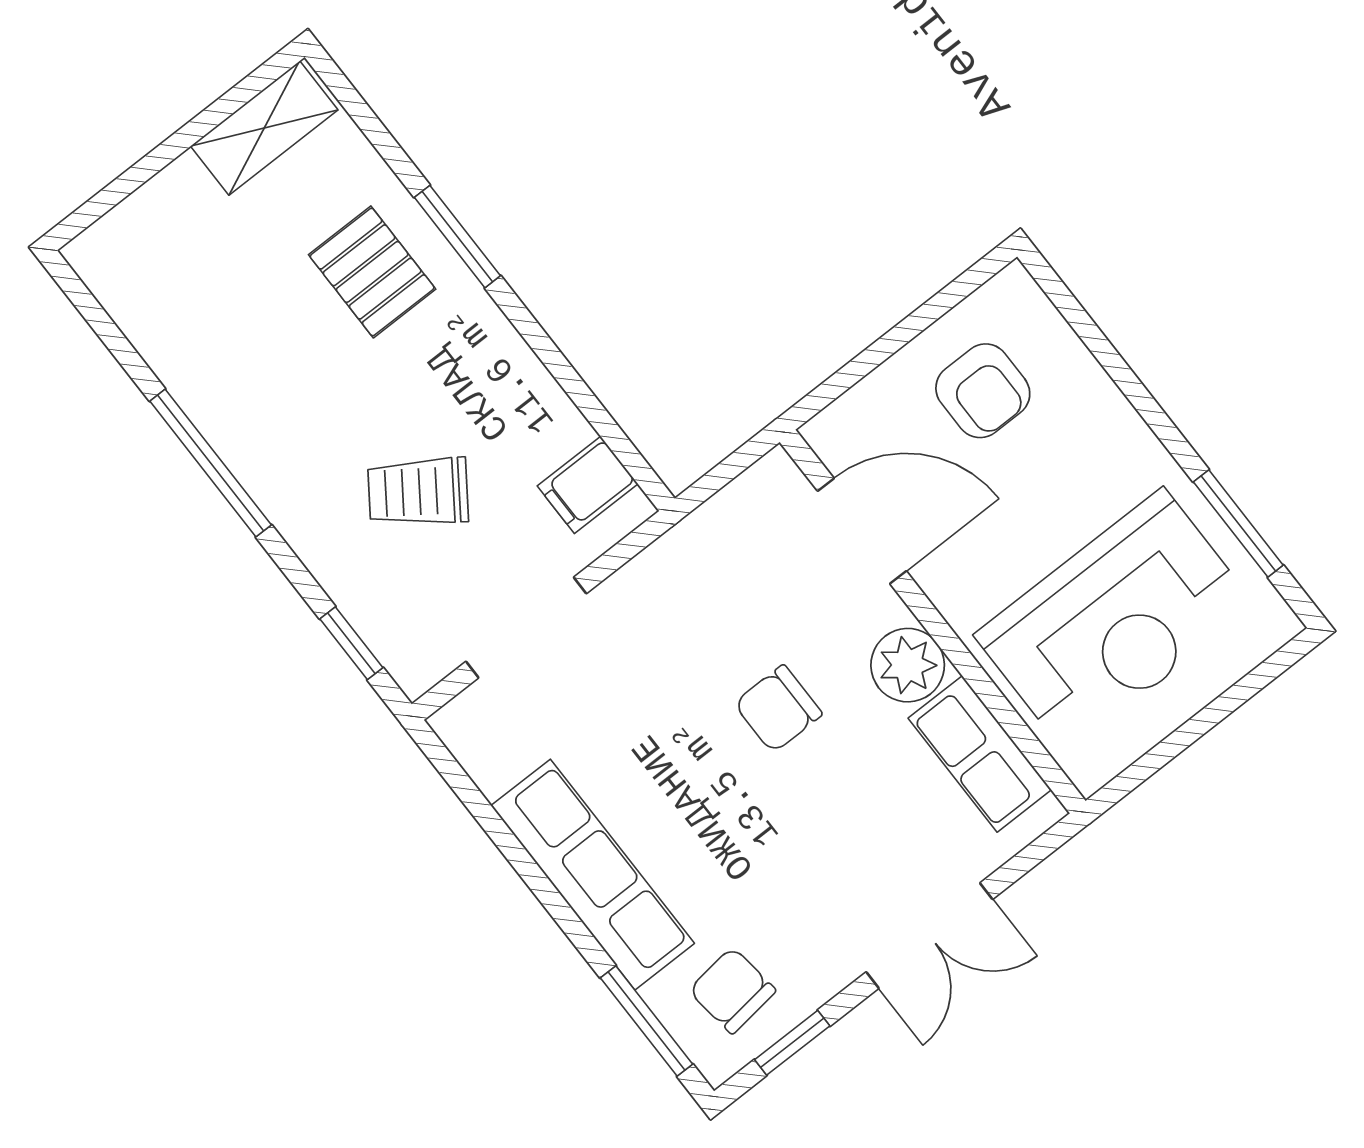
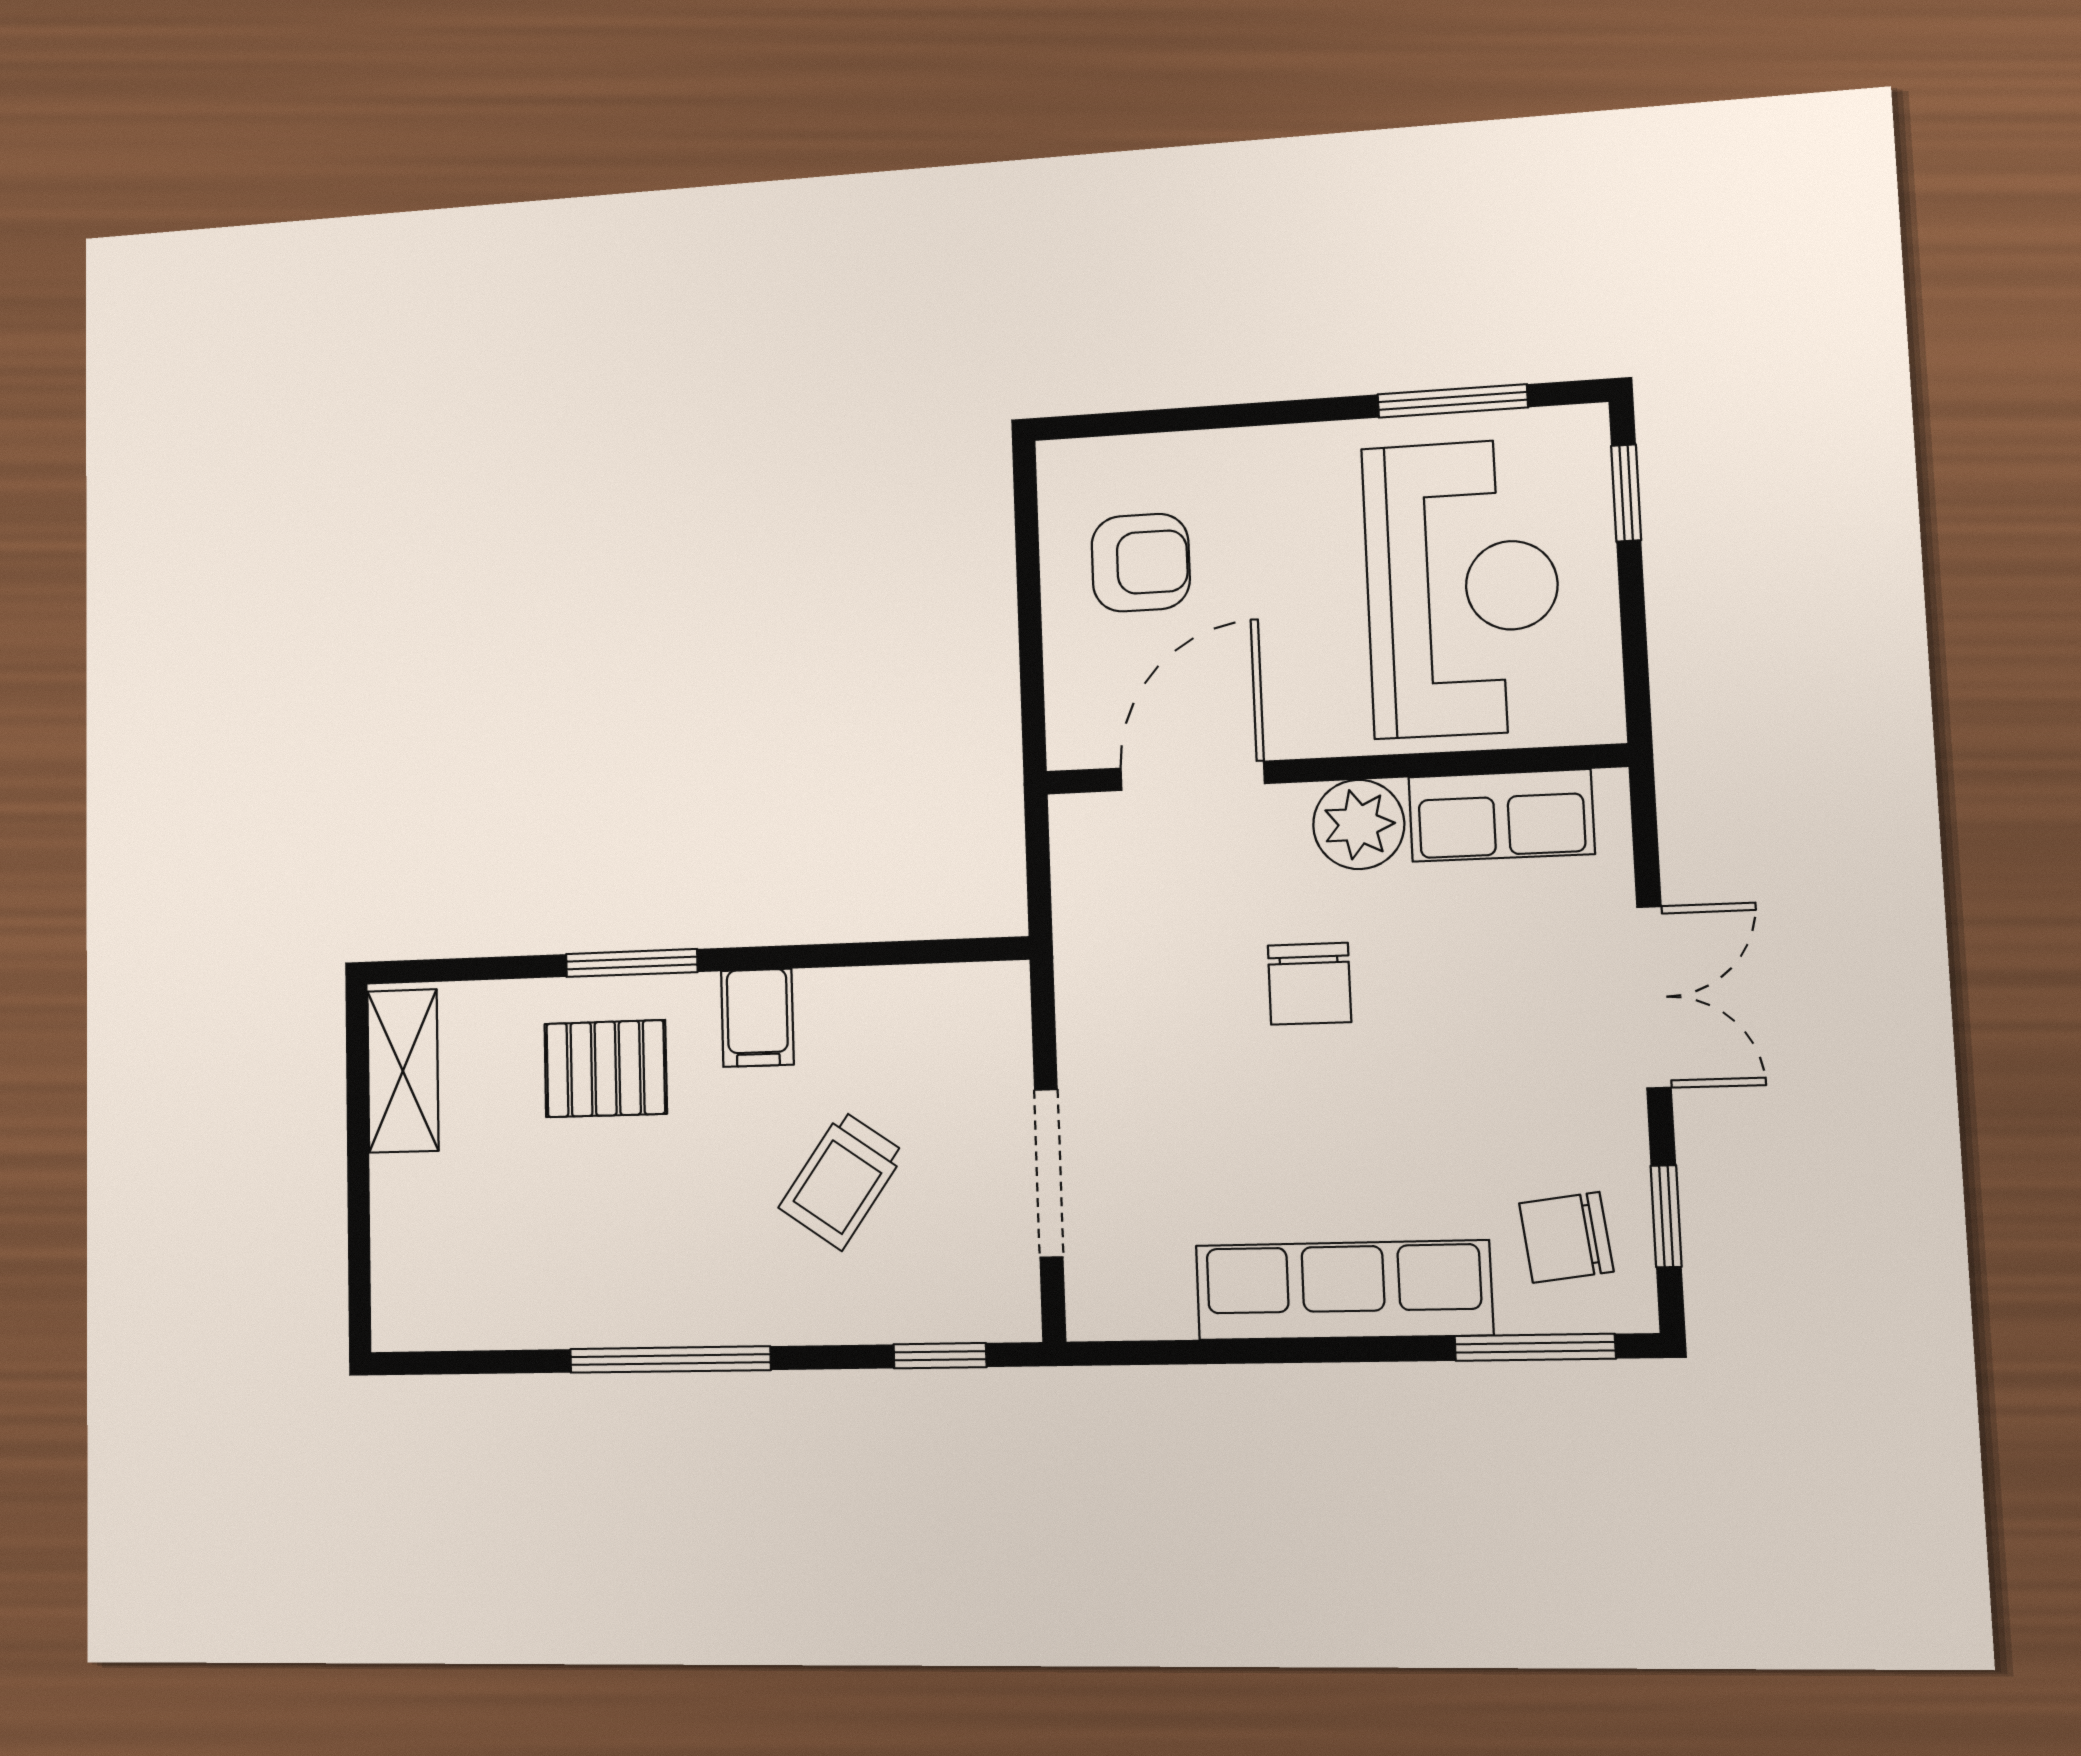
filing cabinet: (588, 485) -> (757, 1018), moved
window: (1253, 683) -> (1626, 493), added

